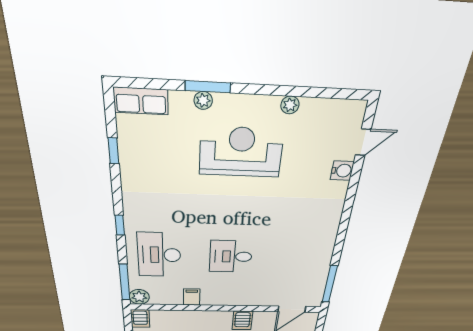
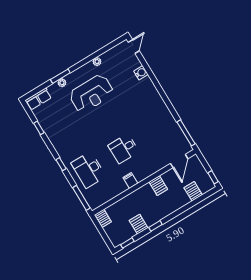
door: (363, 142) -> (134, 47), moved
reception desk: (241, 152) -> (91, 94), turned 180
plant: (139, 297) -> (94, 203), removed
filing cabinet: (192, 297) -> (130, 180), moved

